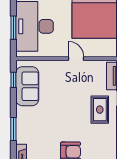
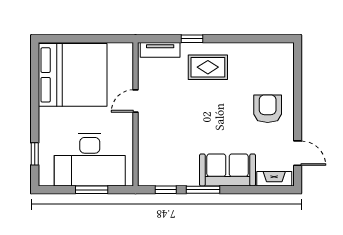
sofa: (27, 86) -> (228, 170), moved
window: (13, 129) -> (203, 190), moved

